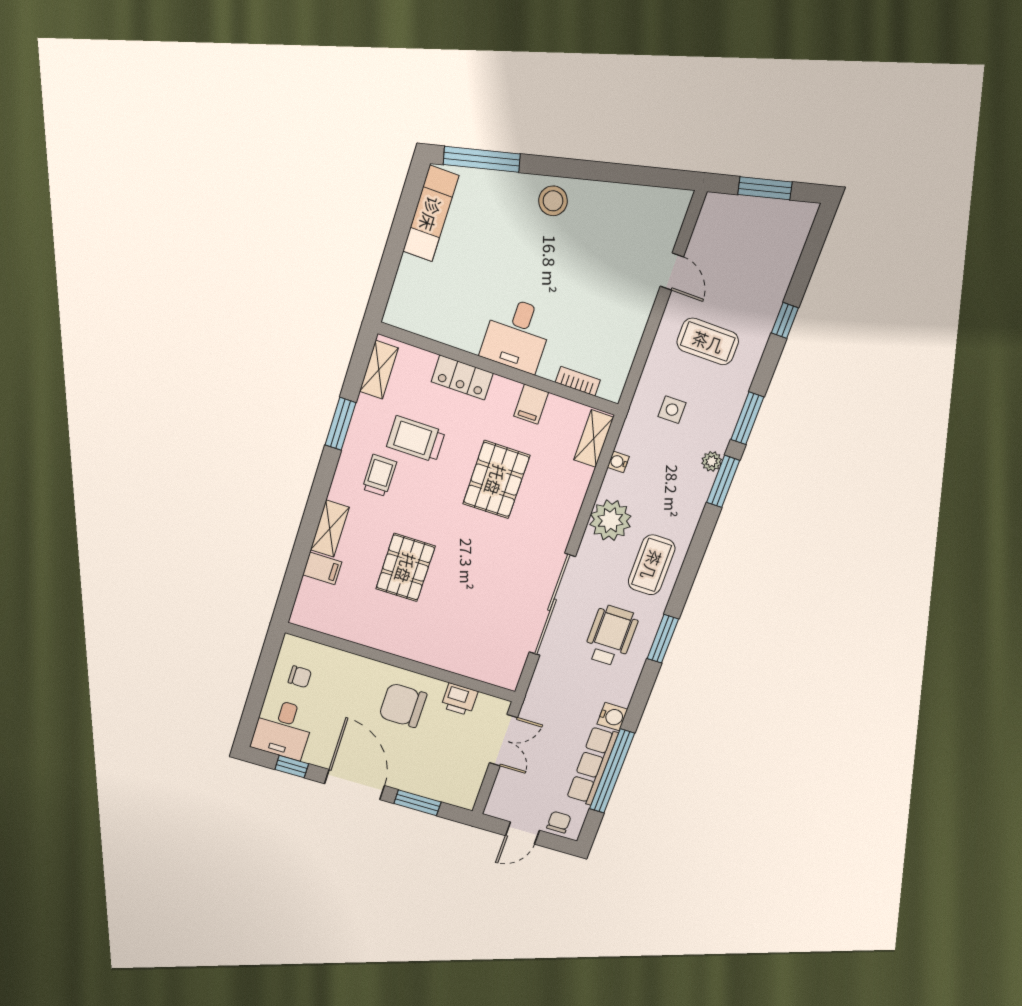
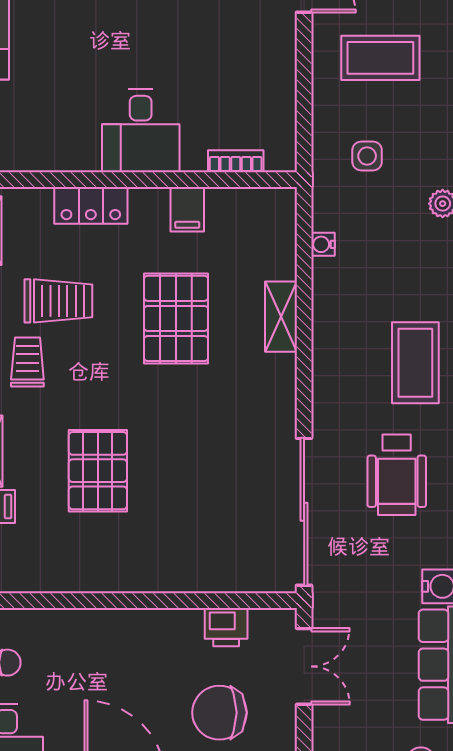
shelving: (594, 438) -> (281, 317), moved
trolley: (416, 439) -> (58, 301), turned 180
plant: (610, 520) -> (340, 322), removed
sliding door: (552, 605) -> (304, 512), moved
wheelchair: (611, 636) -> (397, 475), turned 180
chair: (403, 705) -> (219, 713), moved

